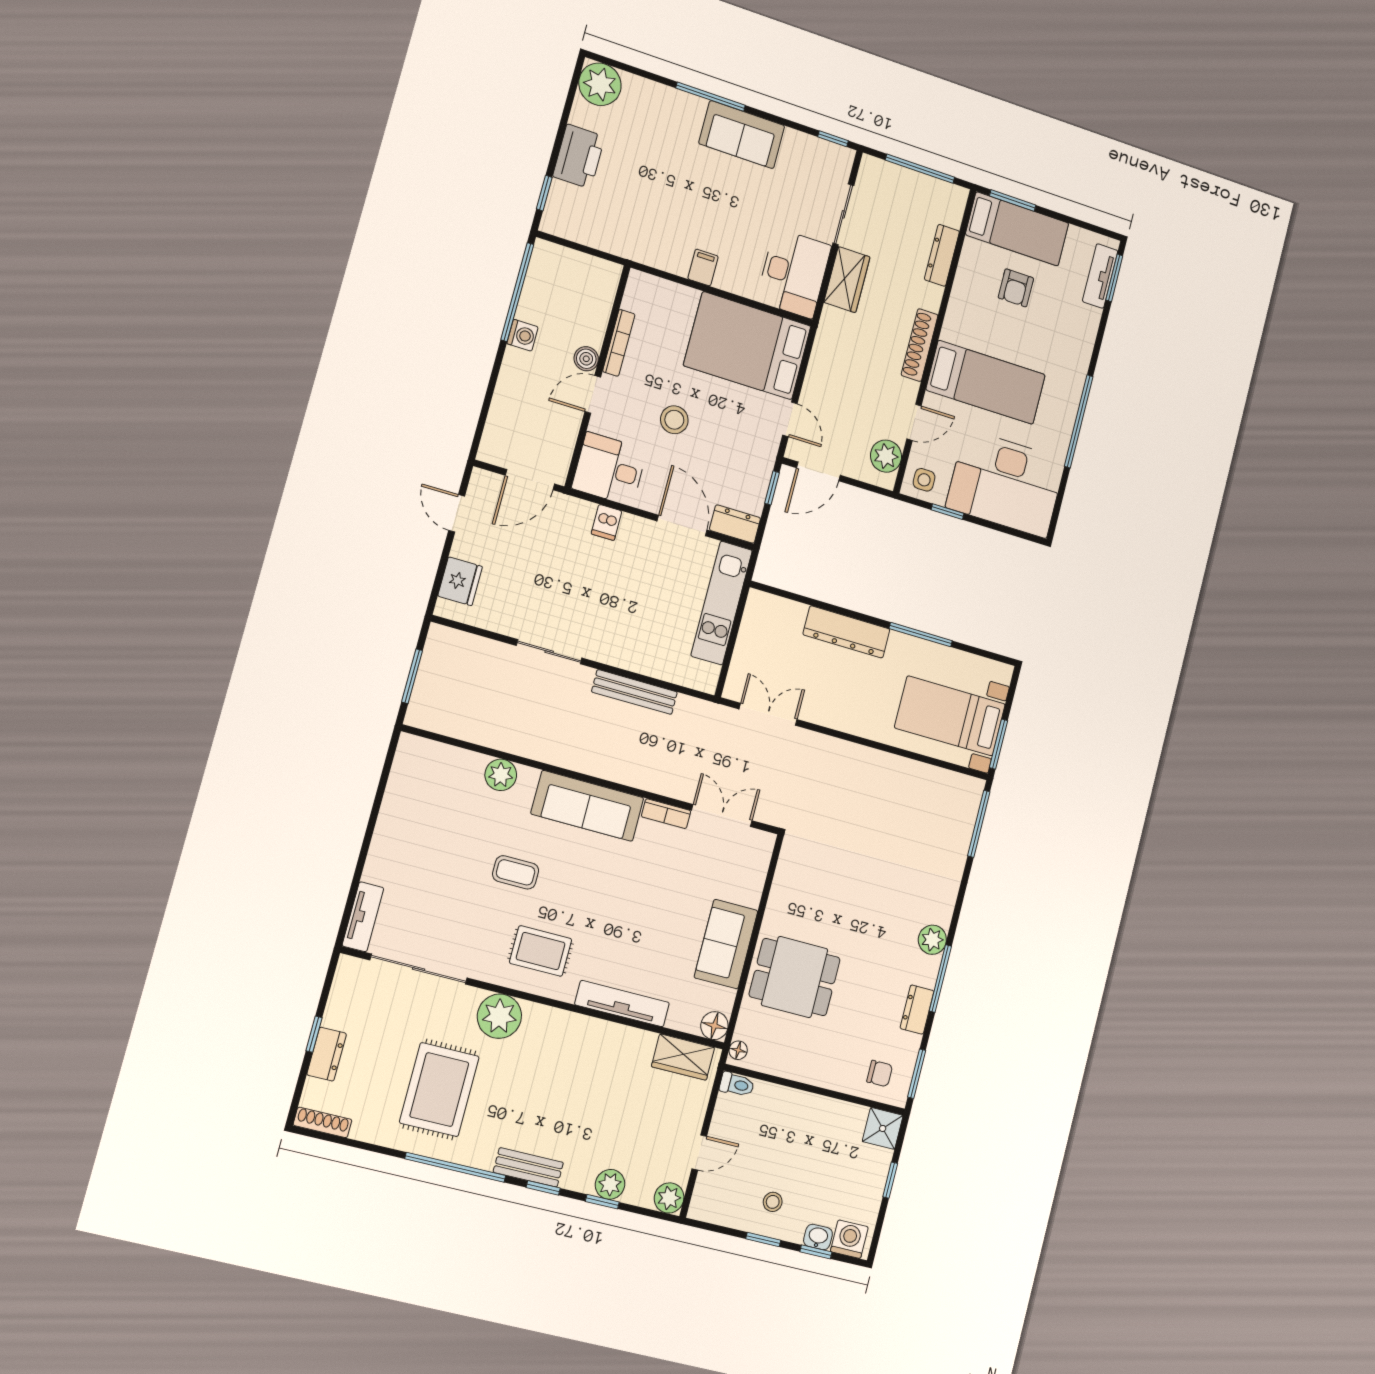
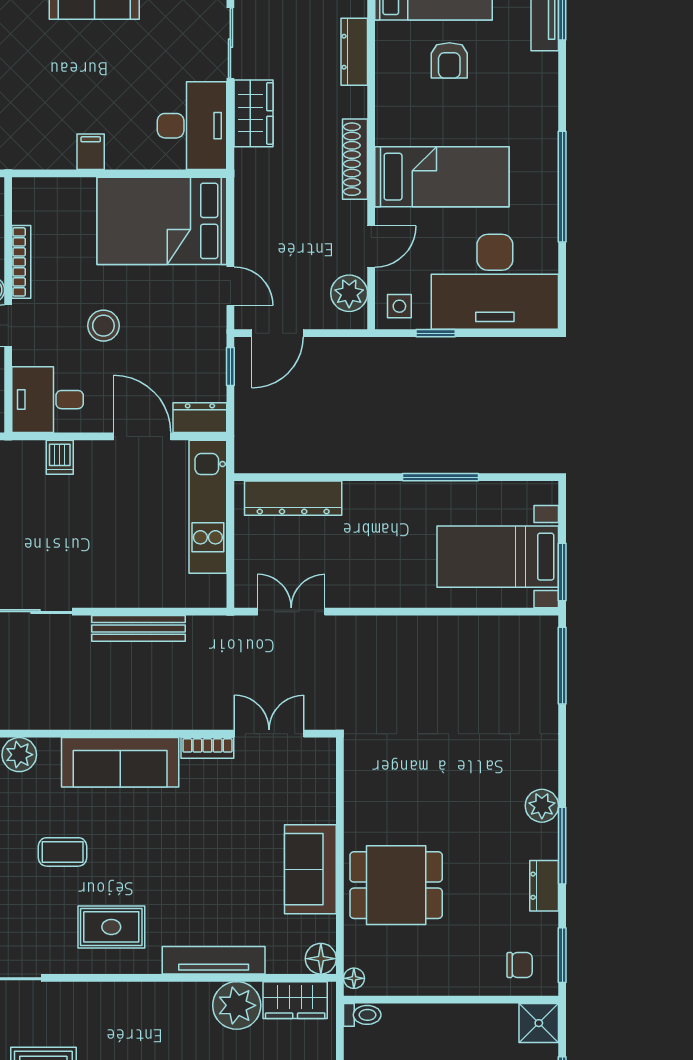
dresser: (846, 632) -> (293, 498), moved
plant: (499, 1016) -> (237, 1005), moved

